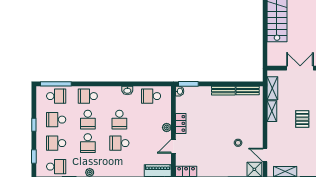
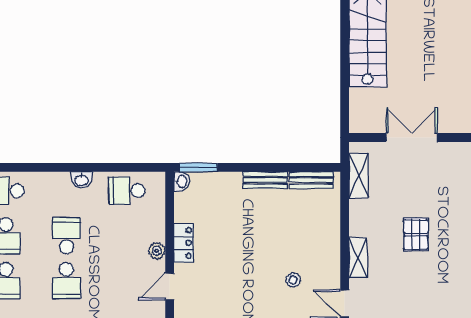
shelving: (272, 111) -> (358, 258), moved
school desk: (119, 120) -> (66, 236), turned 180
school desk: (119, 143) -> (66, 281), turned -90

